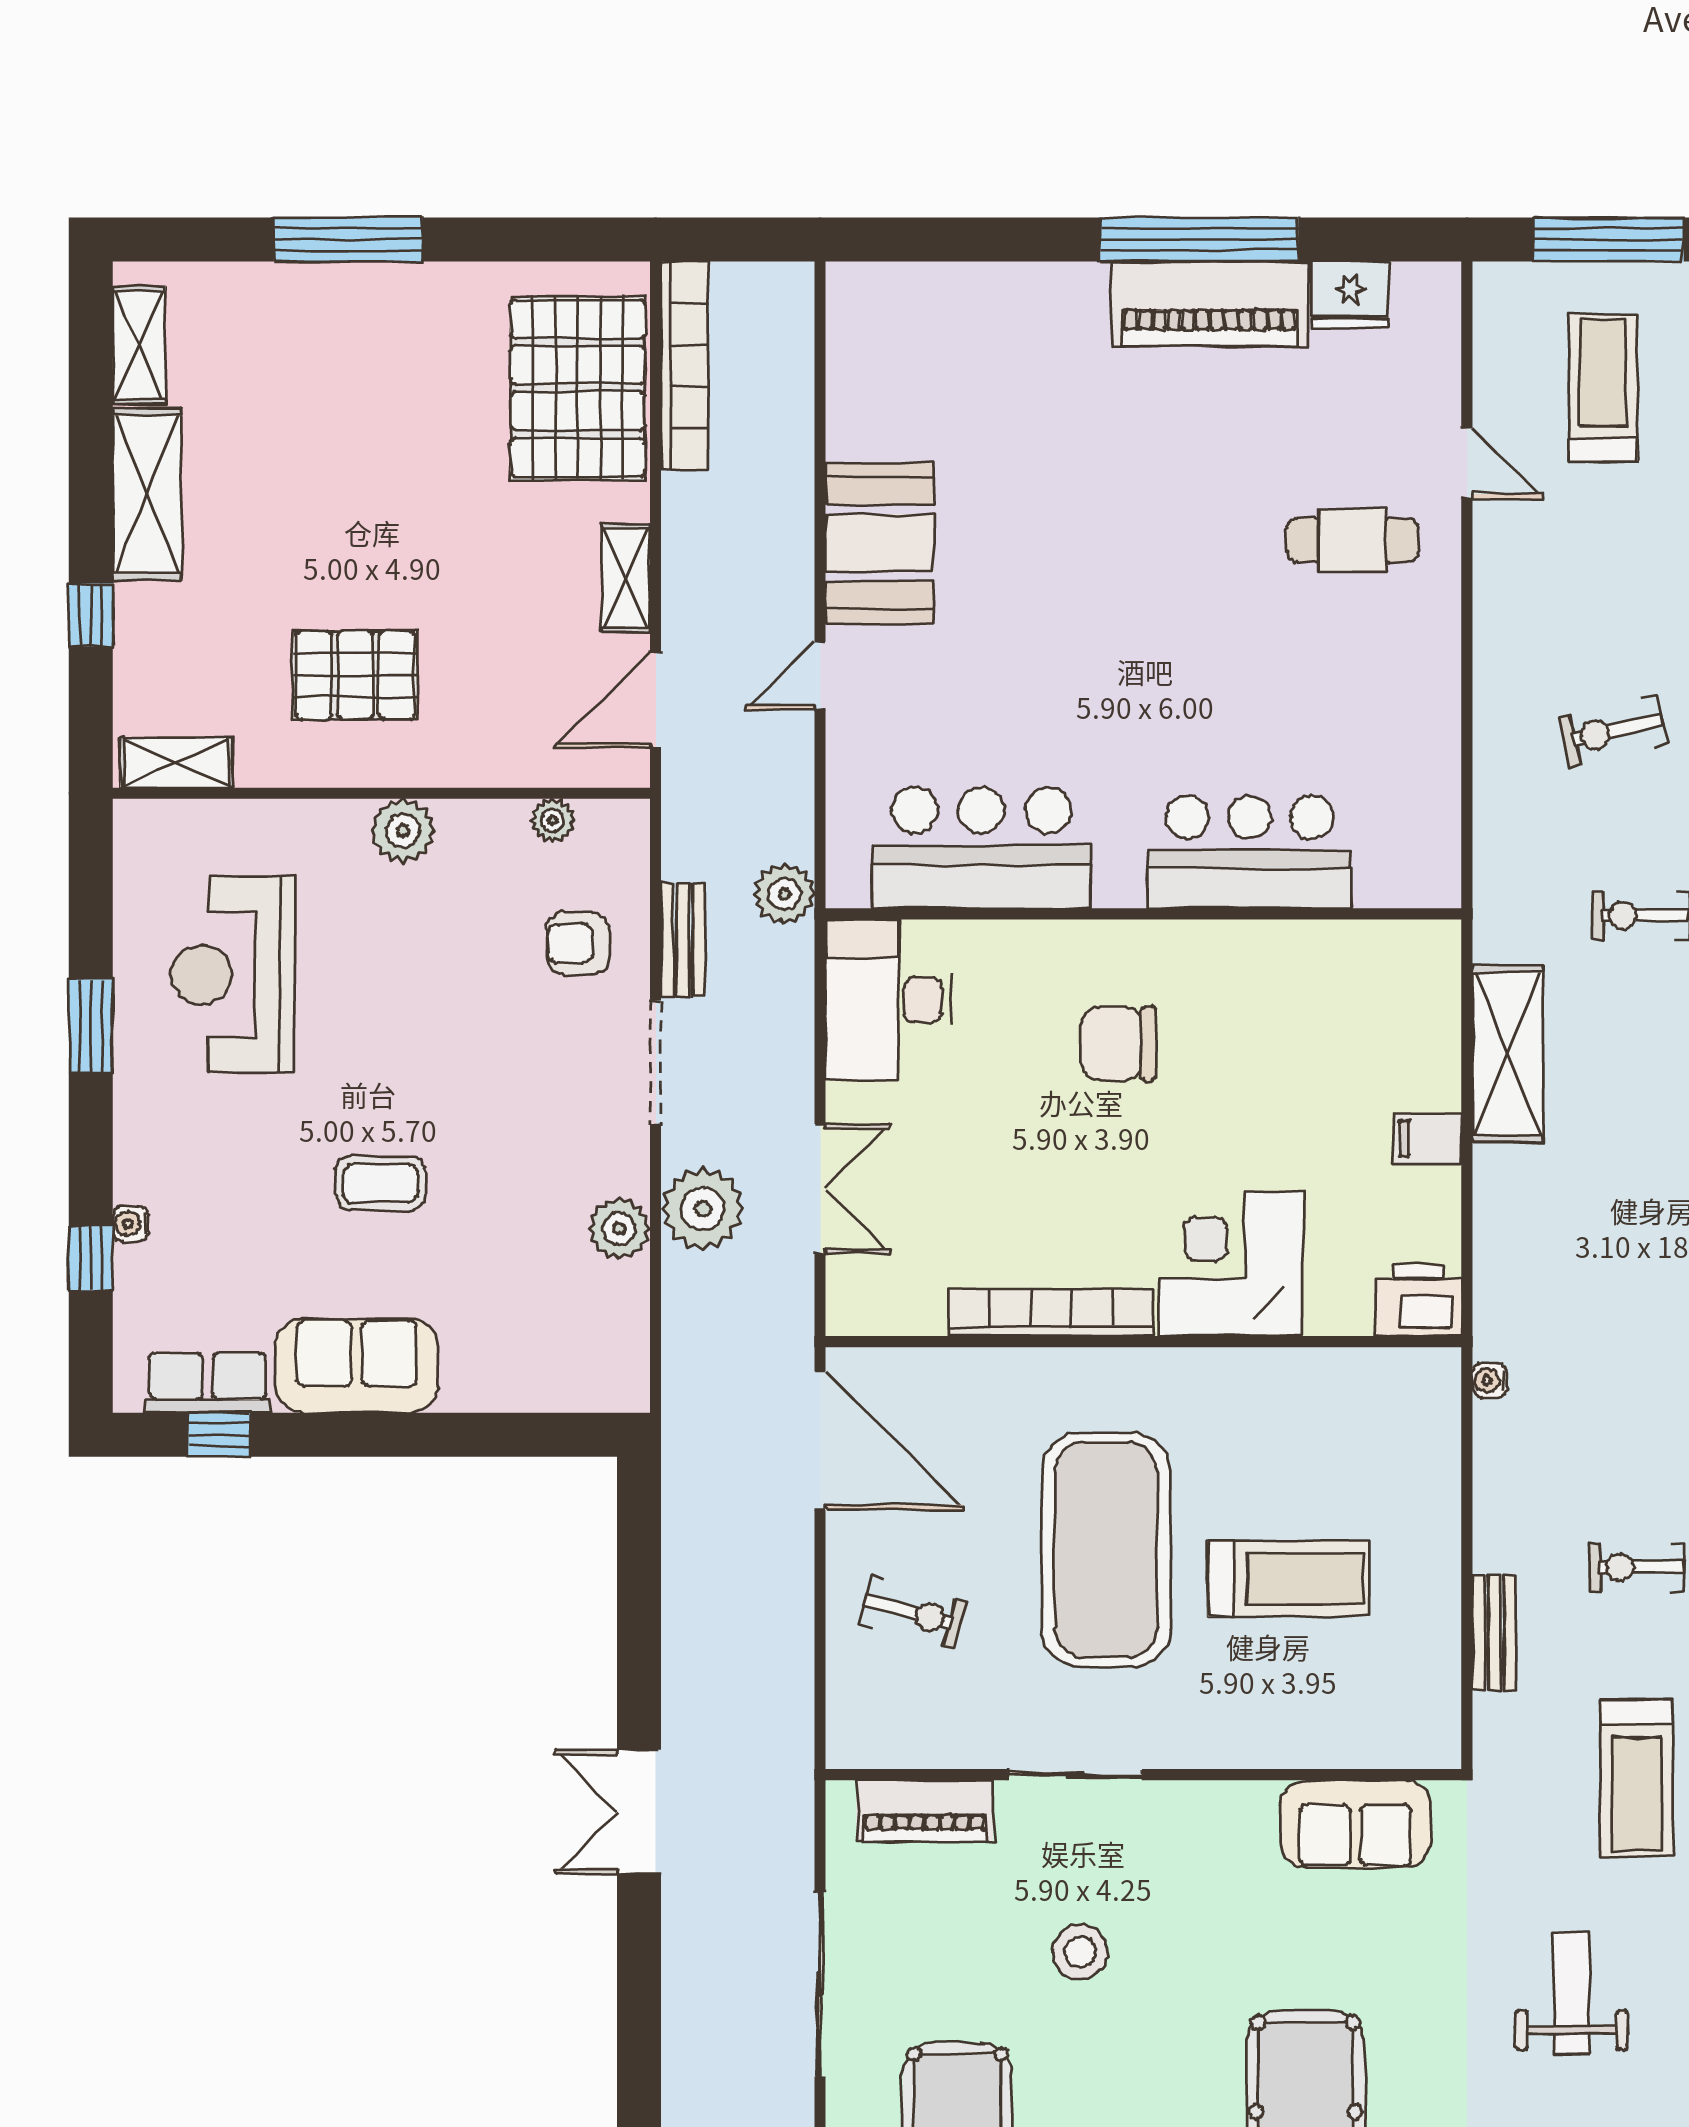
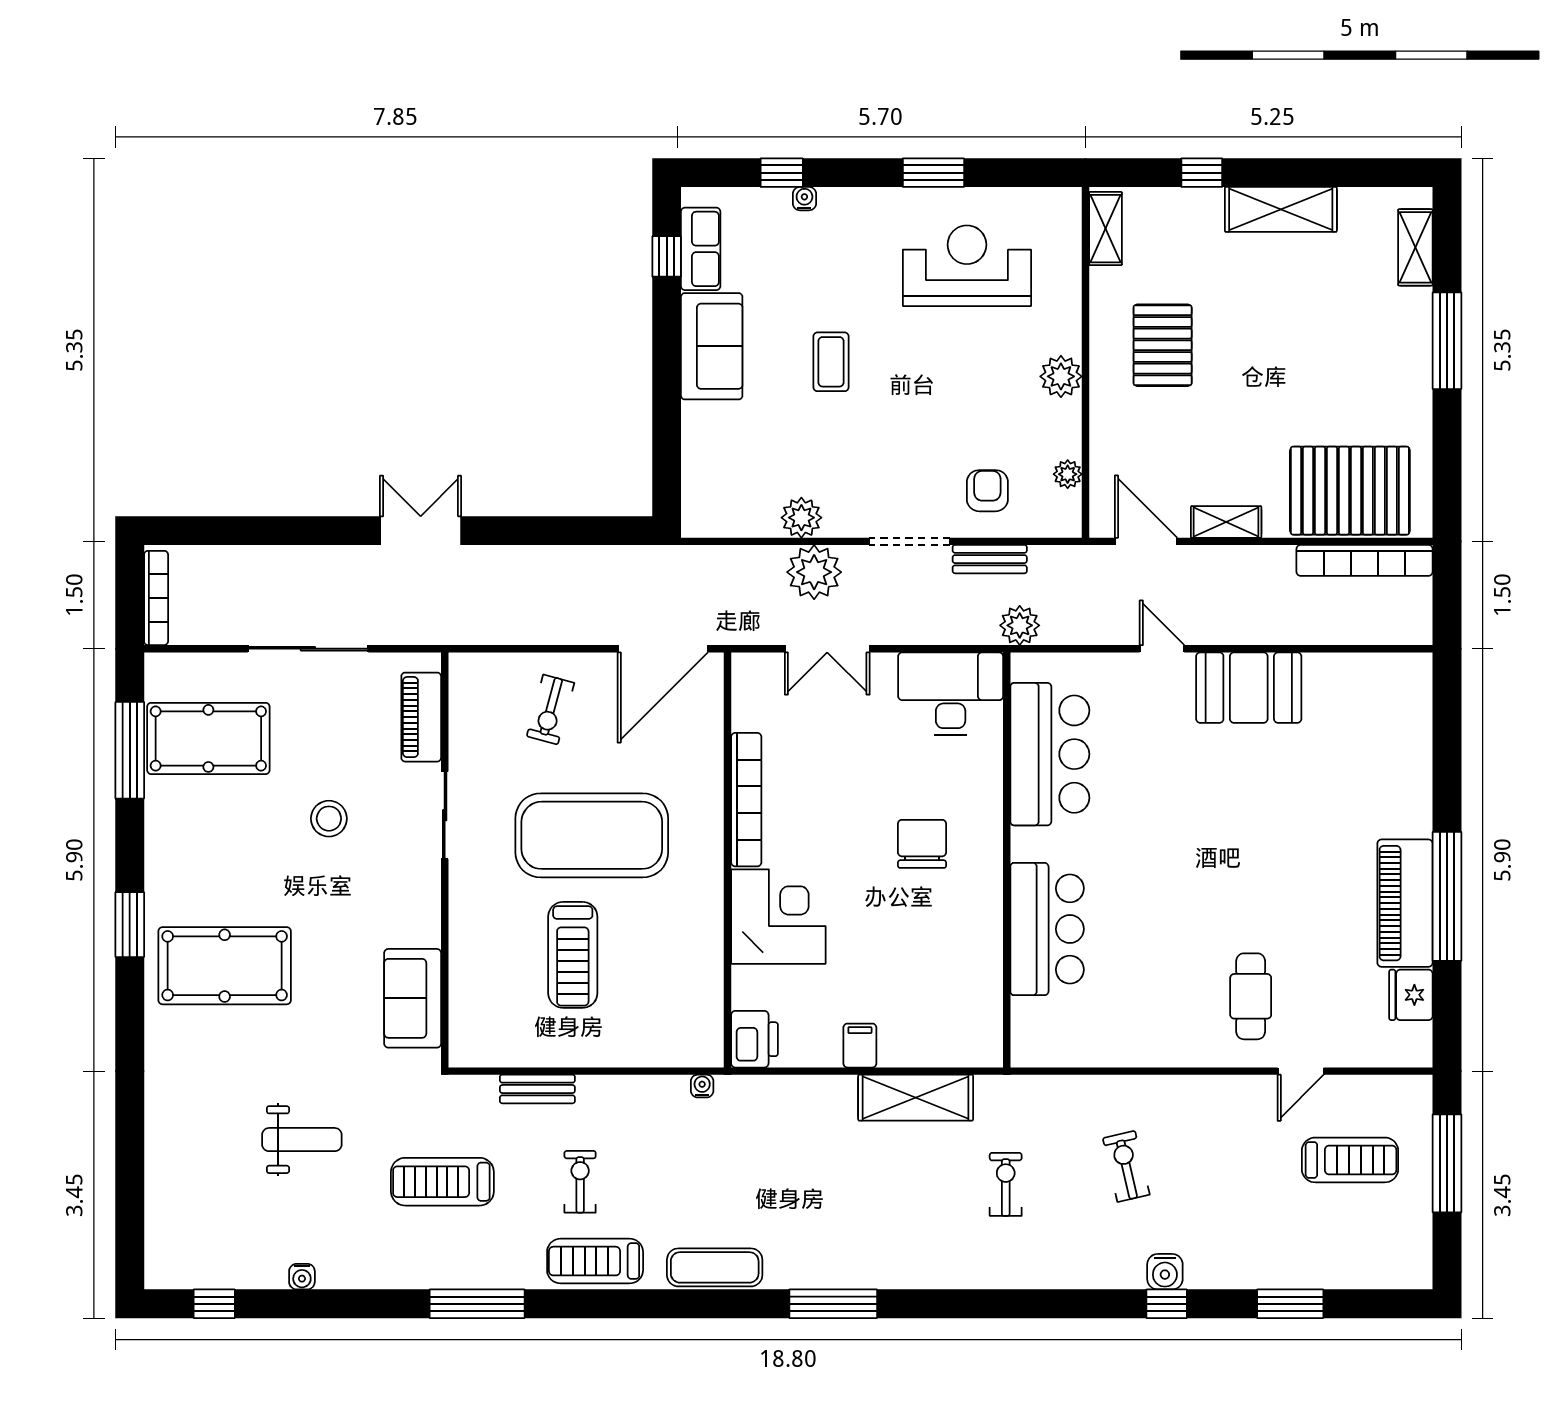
shelving: (139, 345) -> (1415, 247), moved, turned 90

